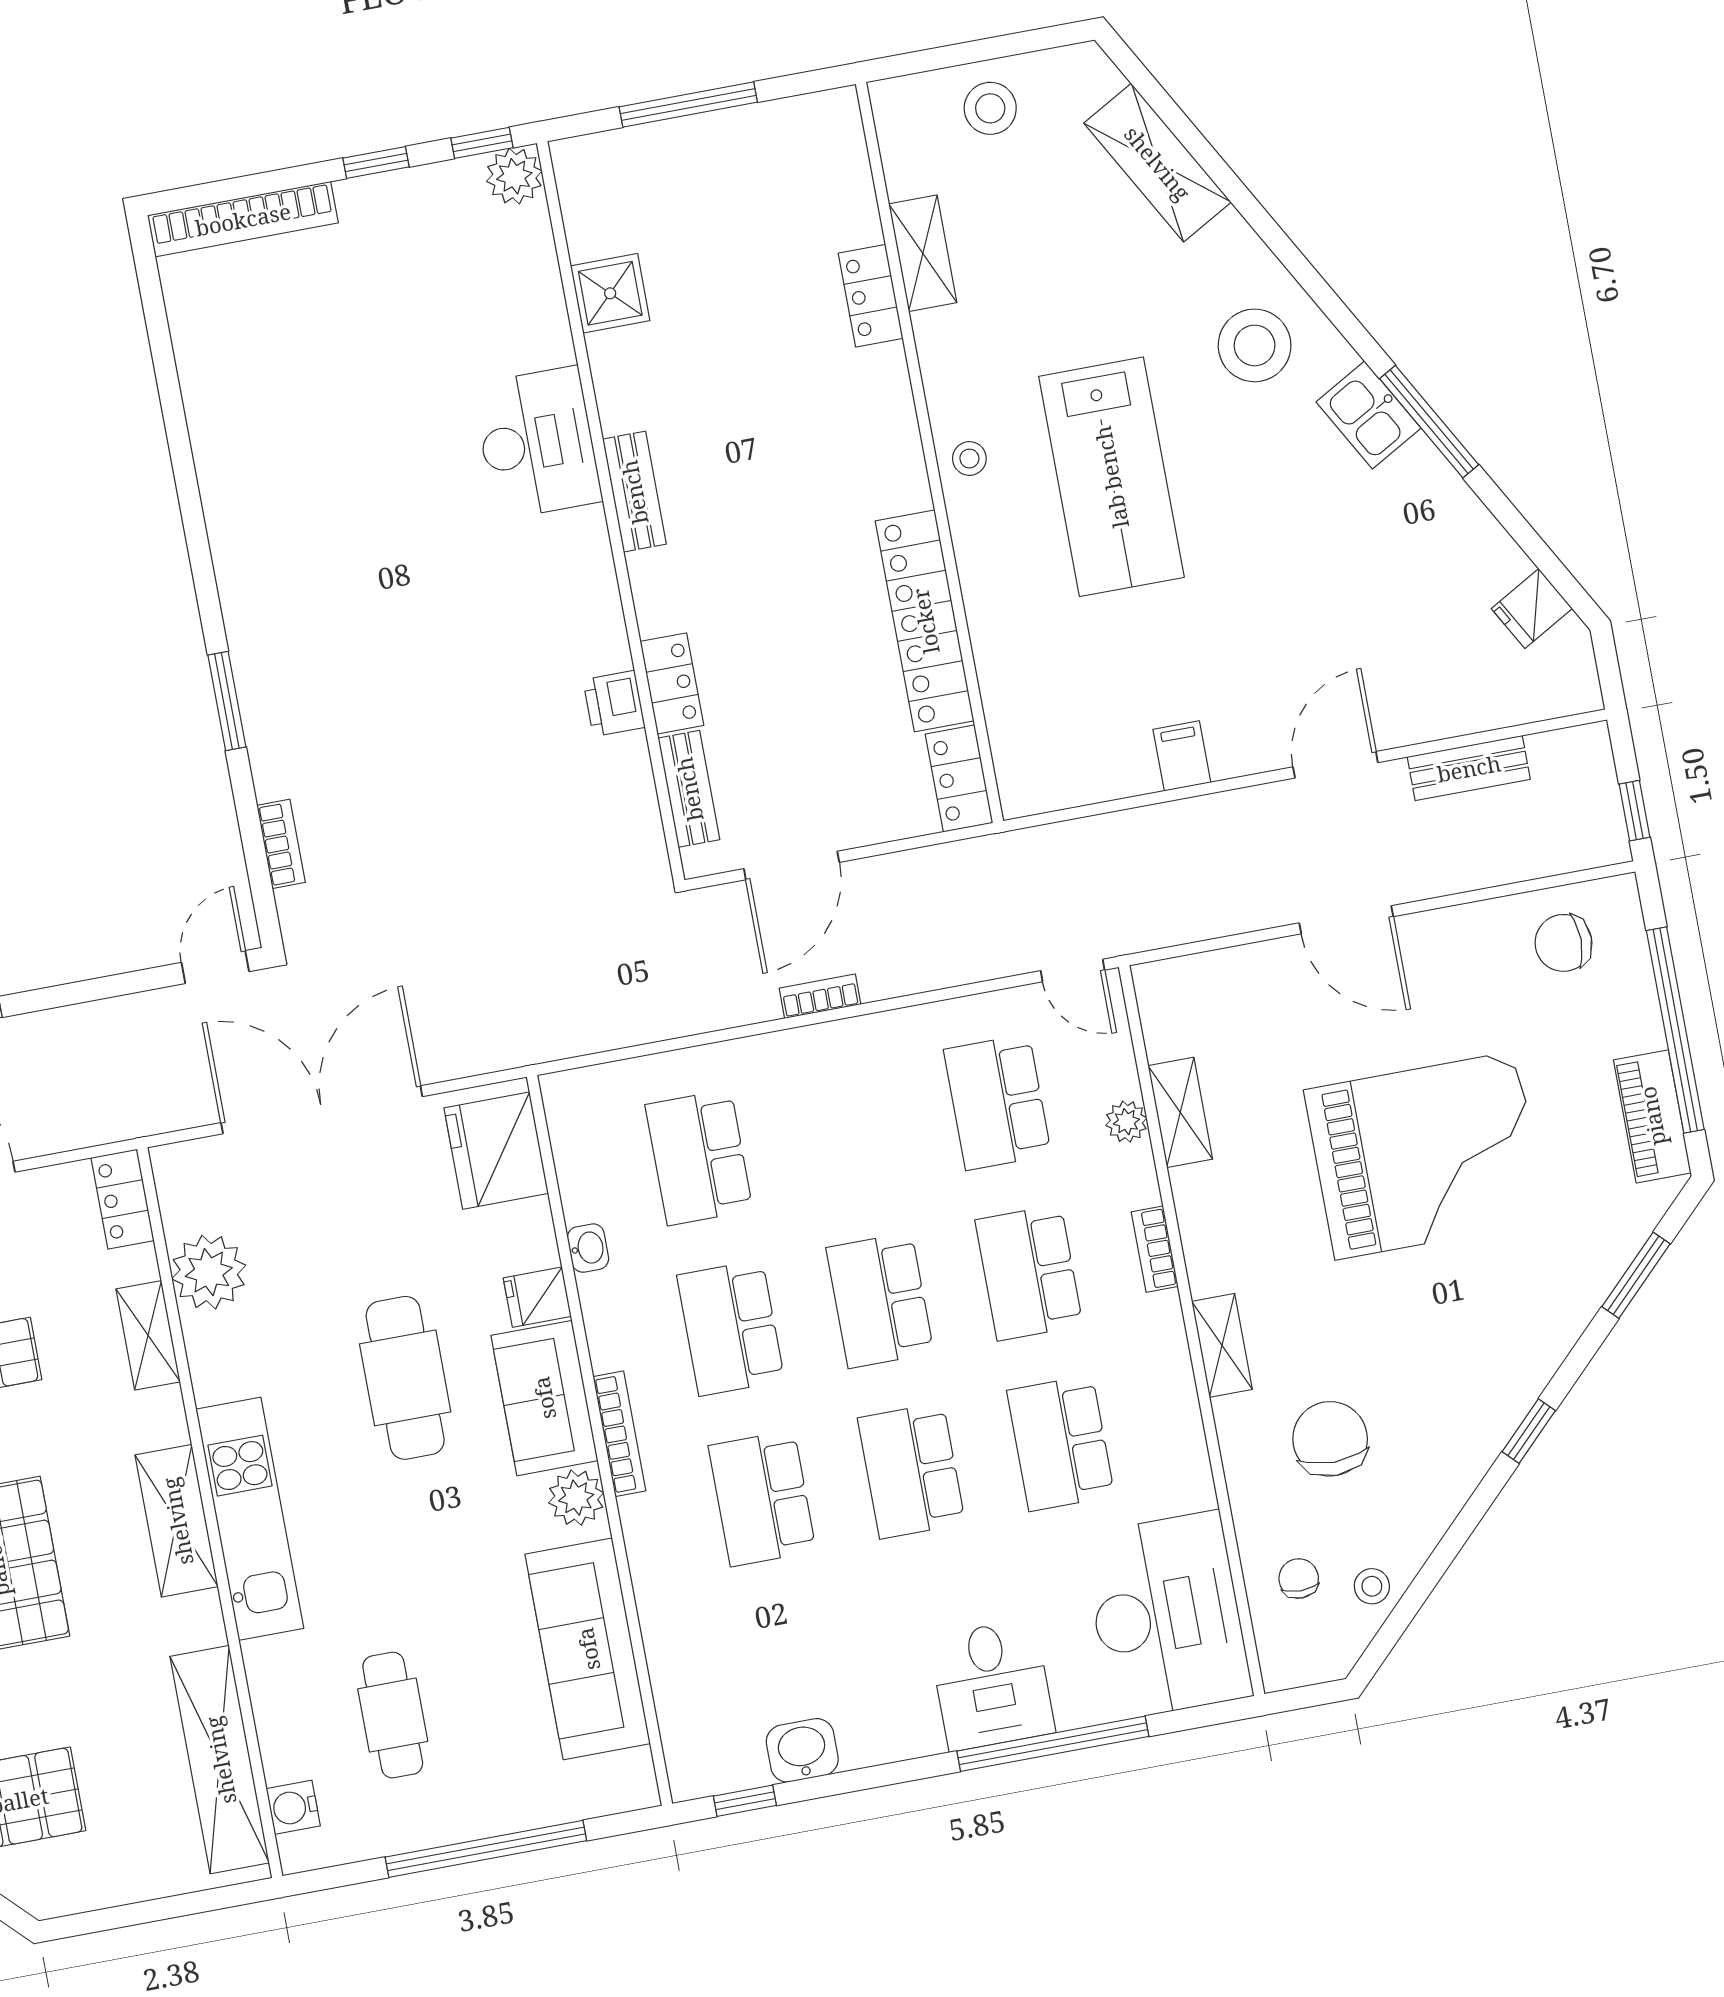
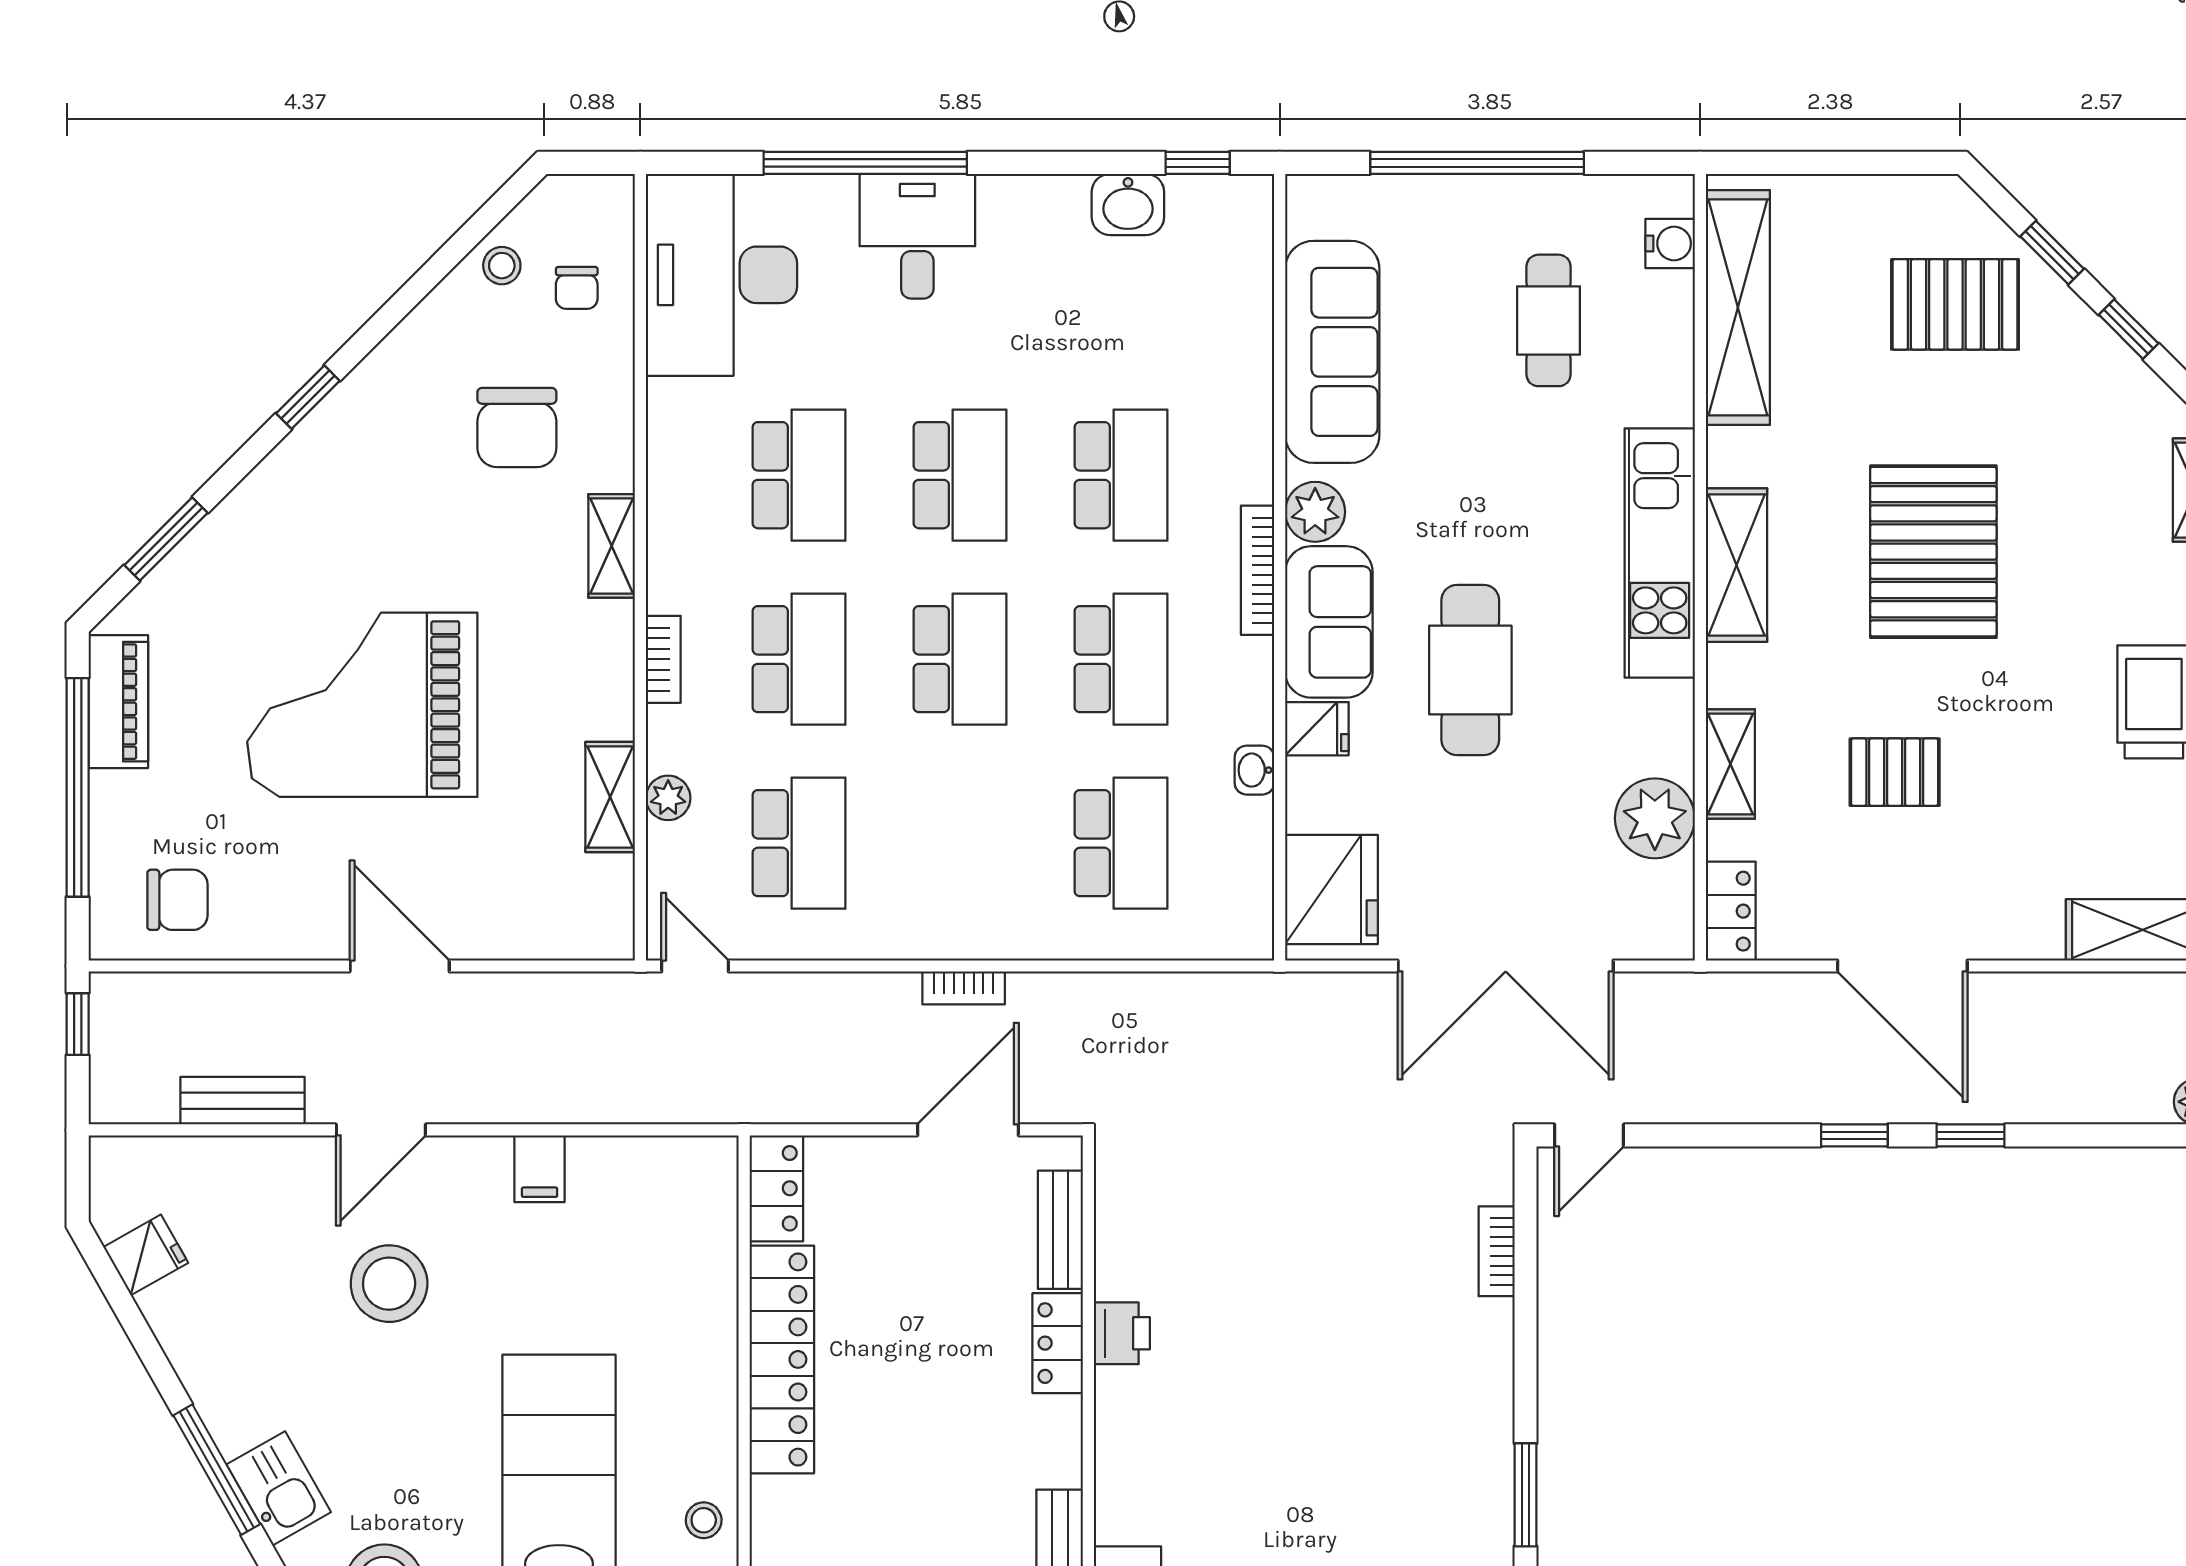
stool: (1302, 624) -> (389, 1284), added
window: (227, 701) -> (1525, 1495), moved

